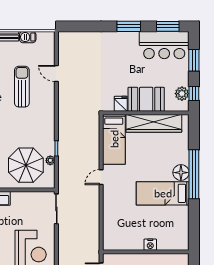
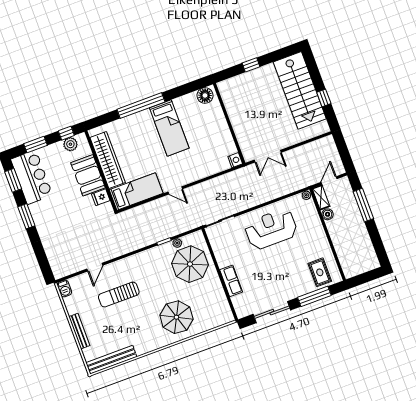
barbecue: (28, 37) -> (64, 288), moved
floor lamp: (181, 173) -> (205, 95), moved
nightstand: (150, 245) -> (235, 160), moved

